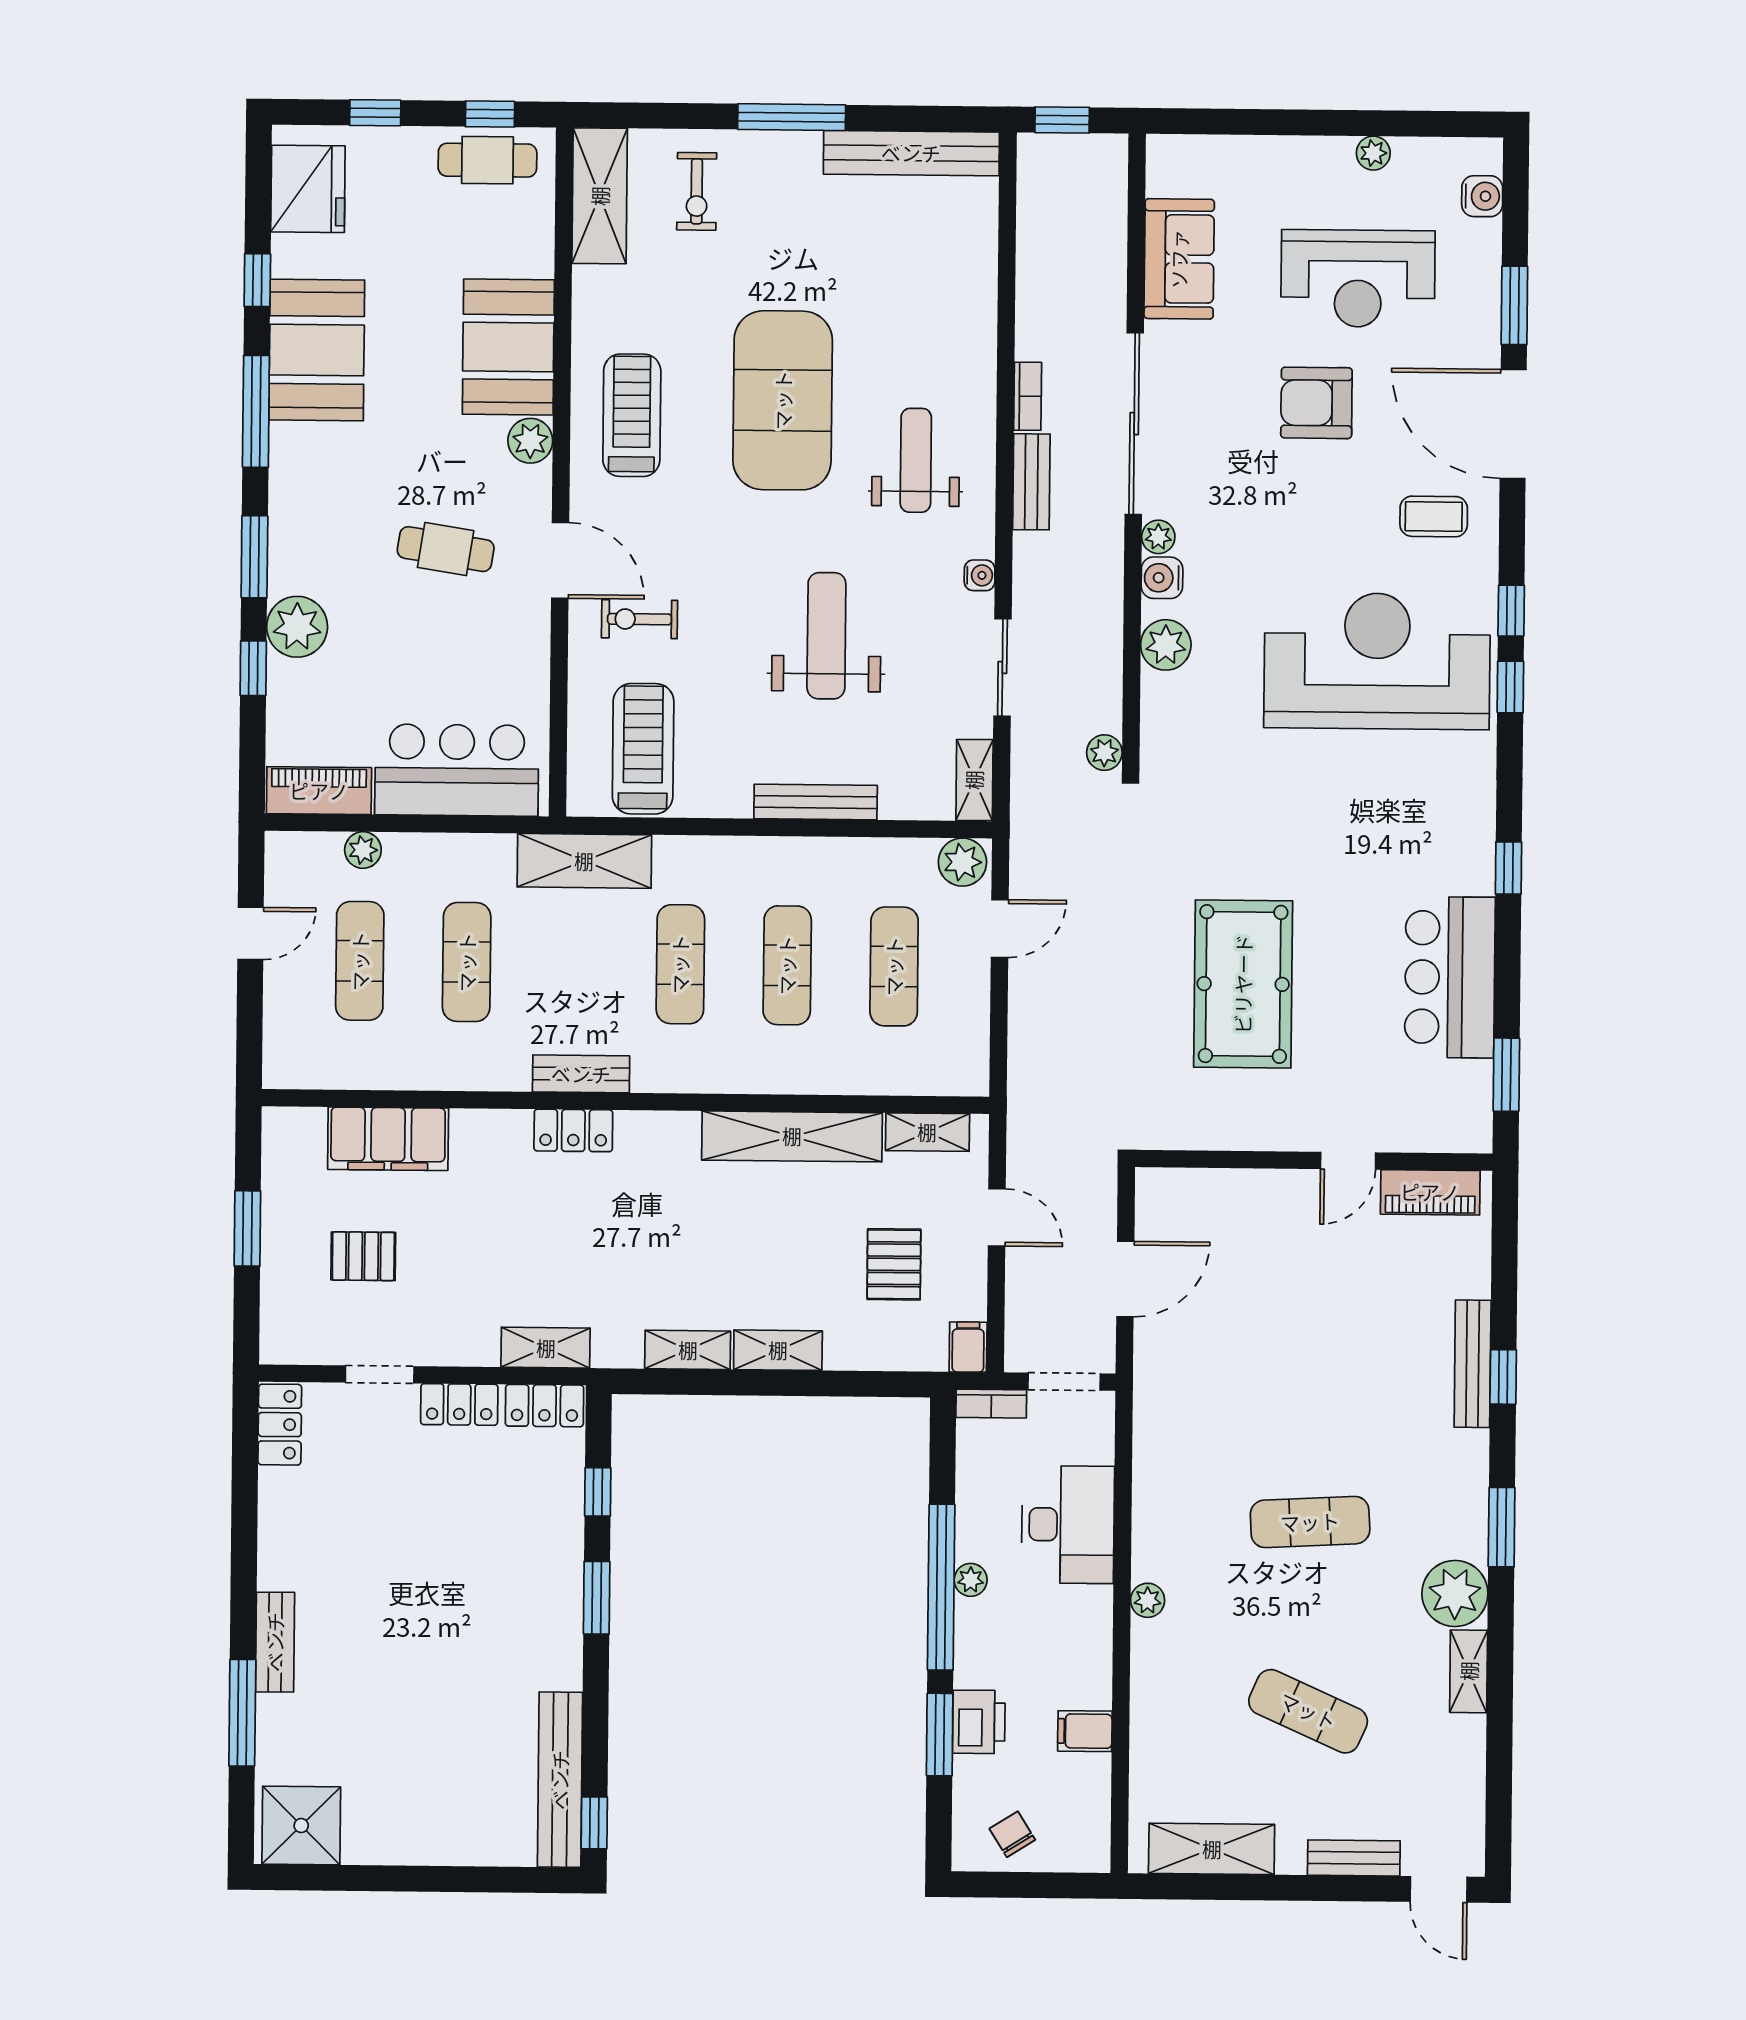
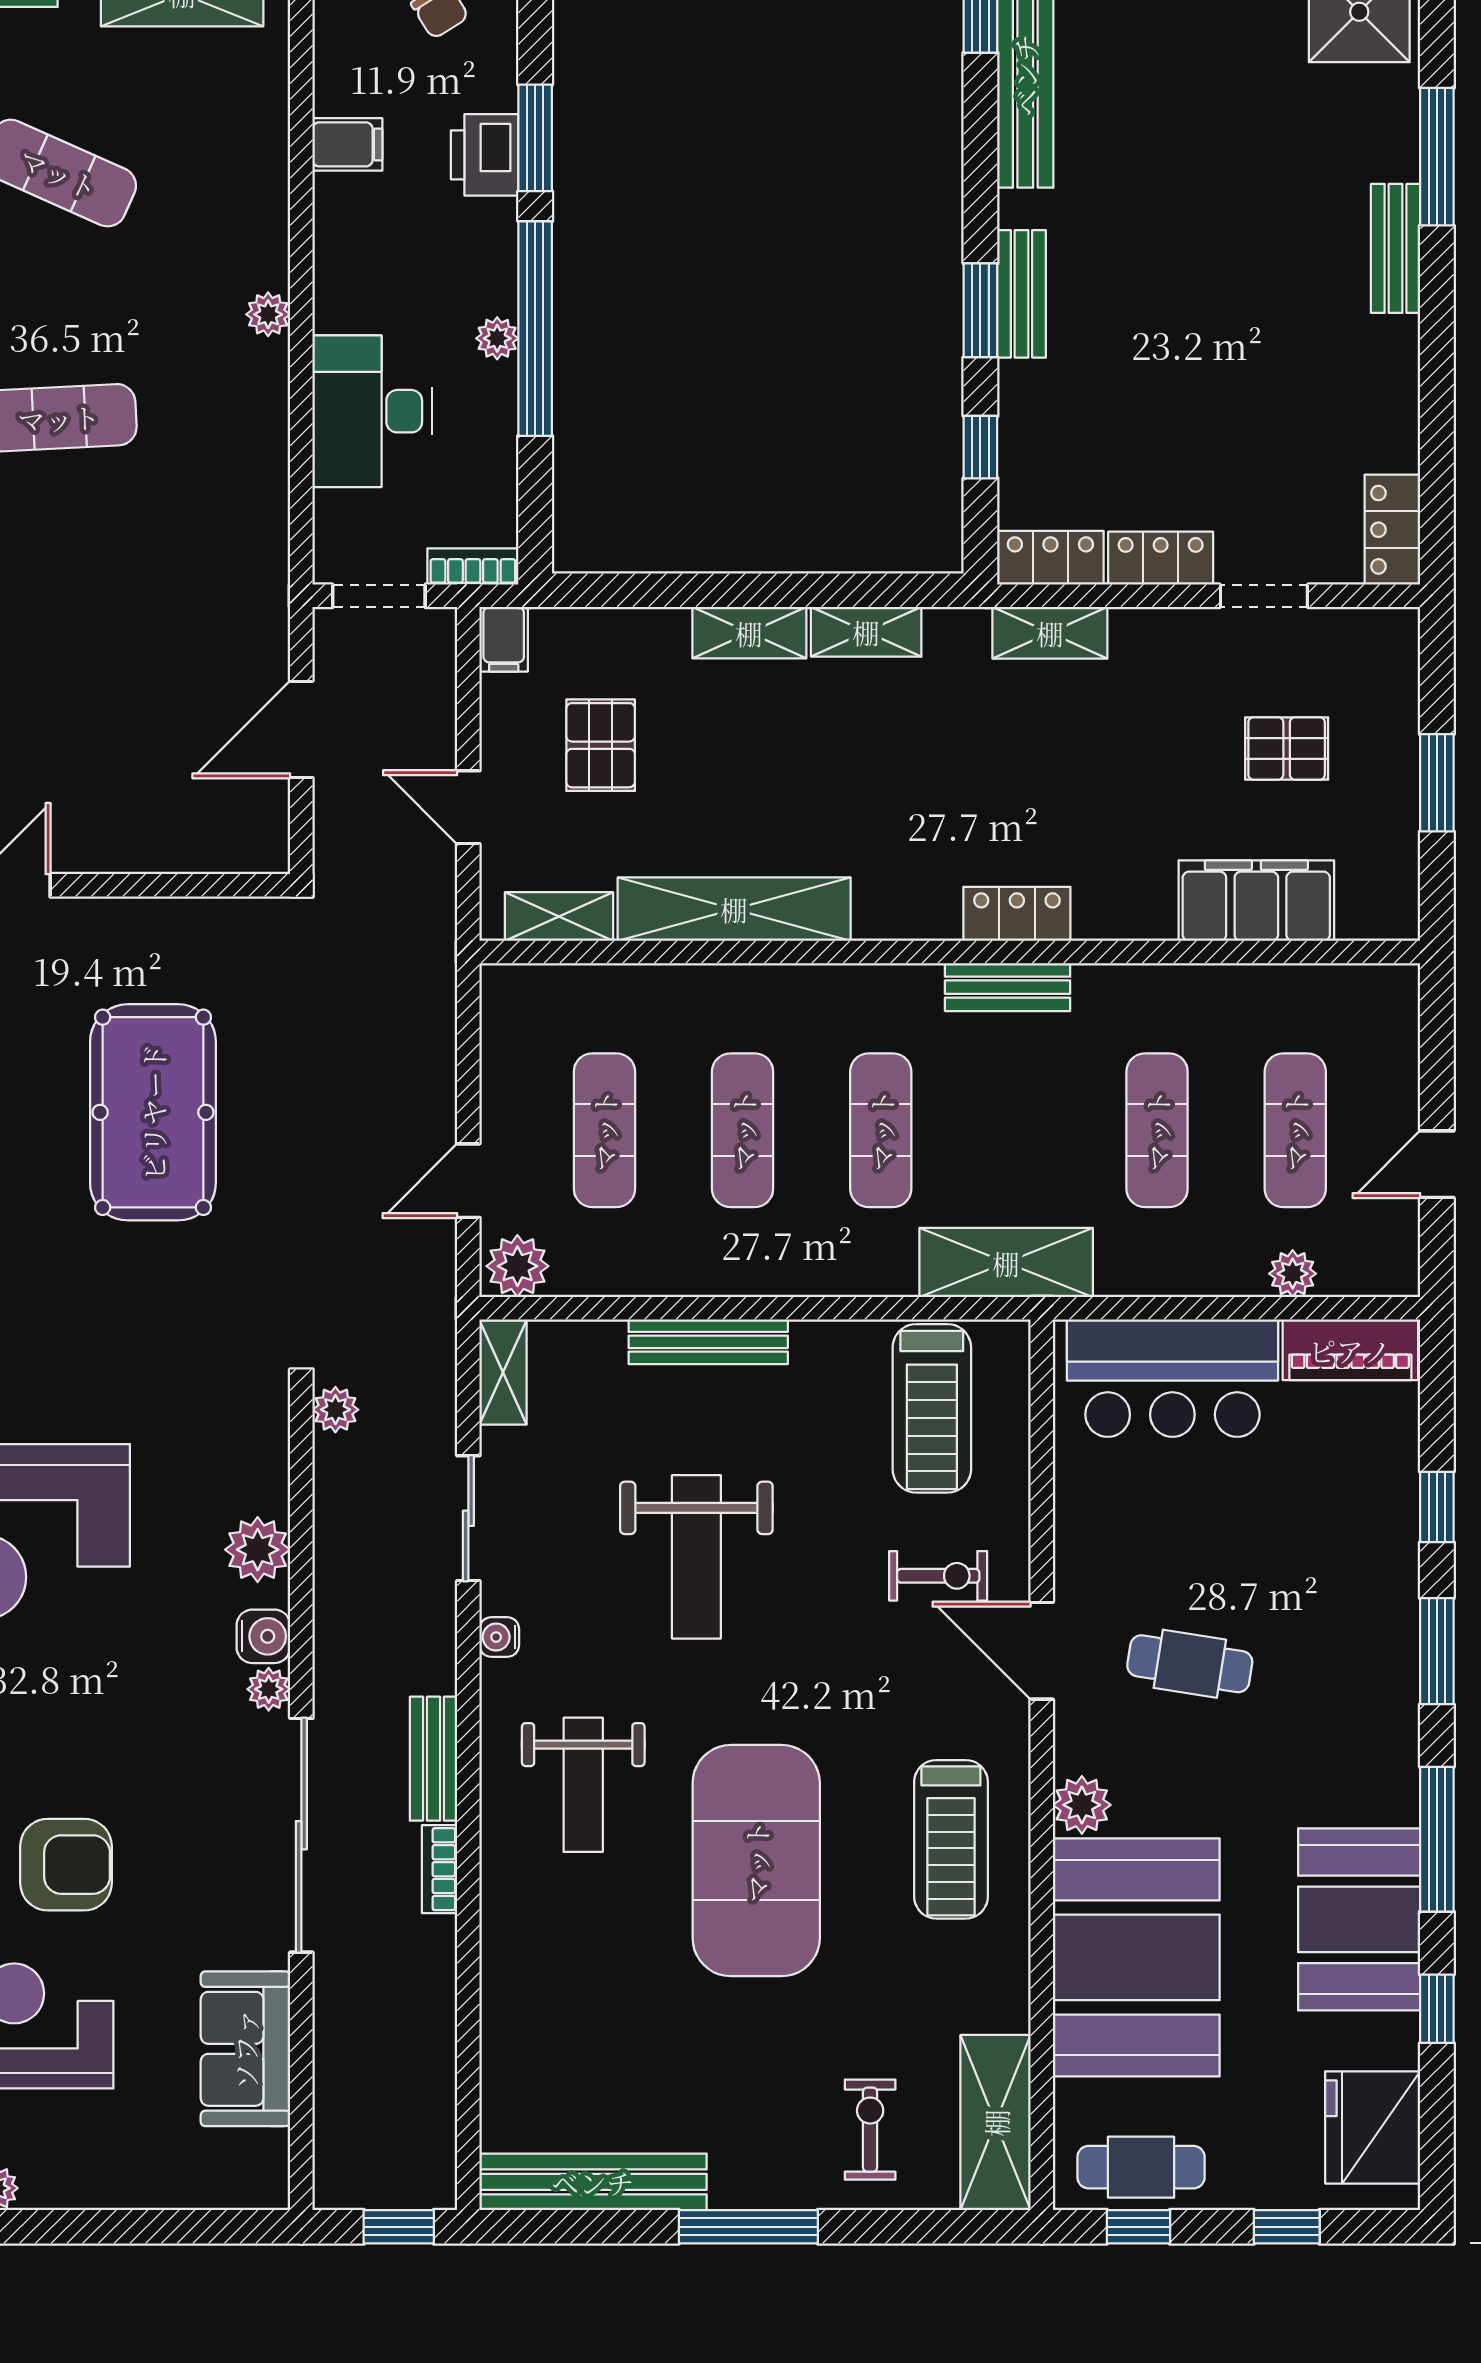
booth: (508, 347) -> (1136, 1957), width x1.36, depth x1.42
plant: (297, 627) -> (1381, 1561), removed
bench: (565, 1610) -> (1022, 294), added

